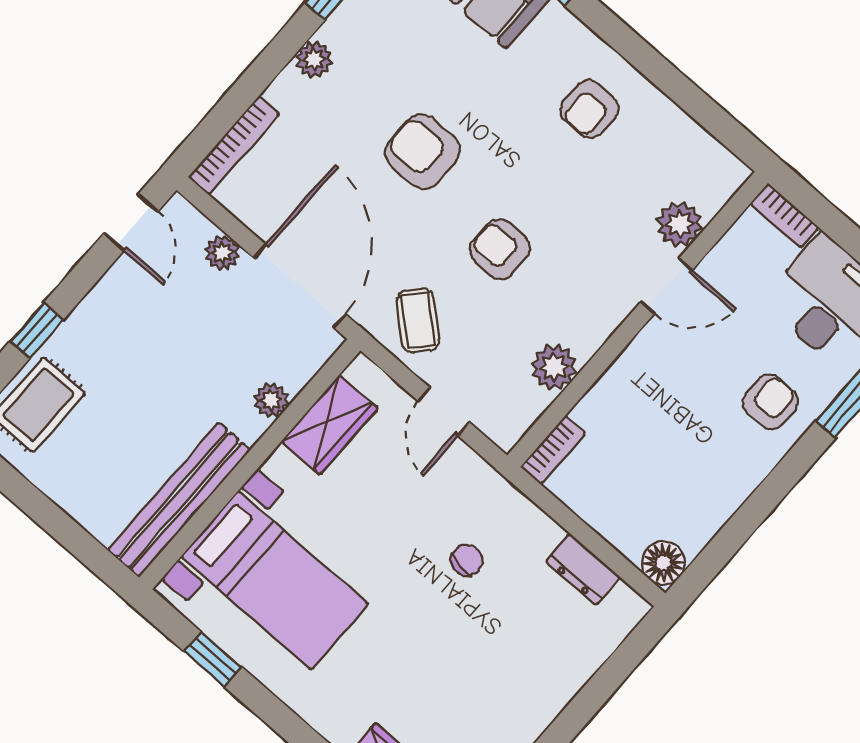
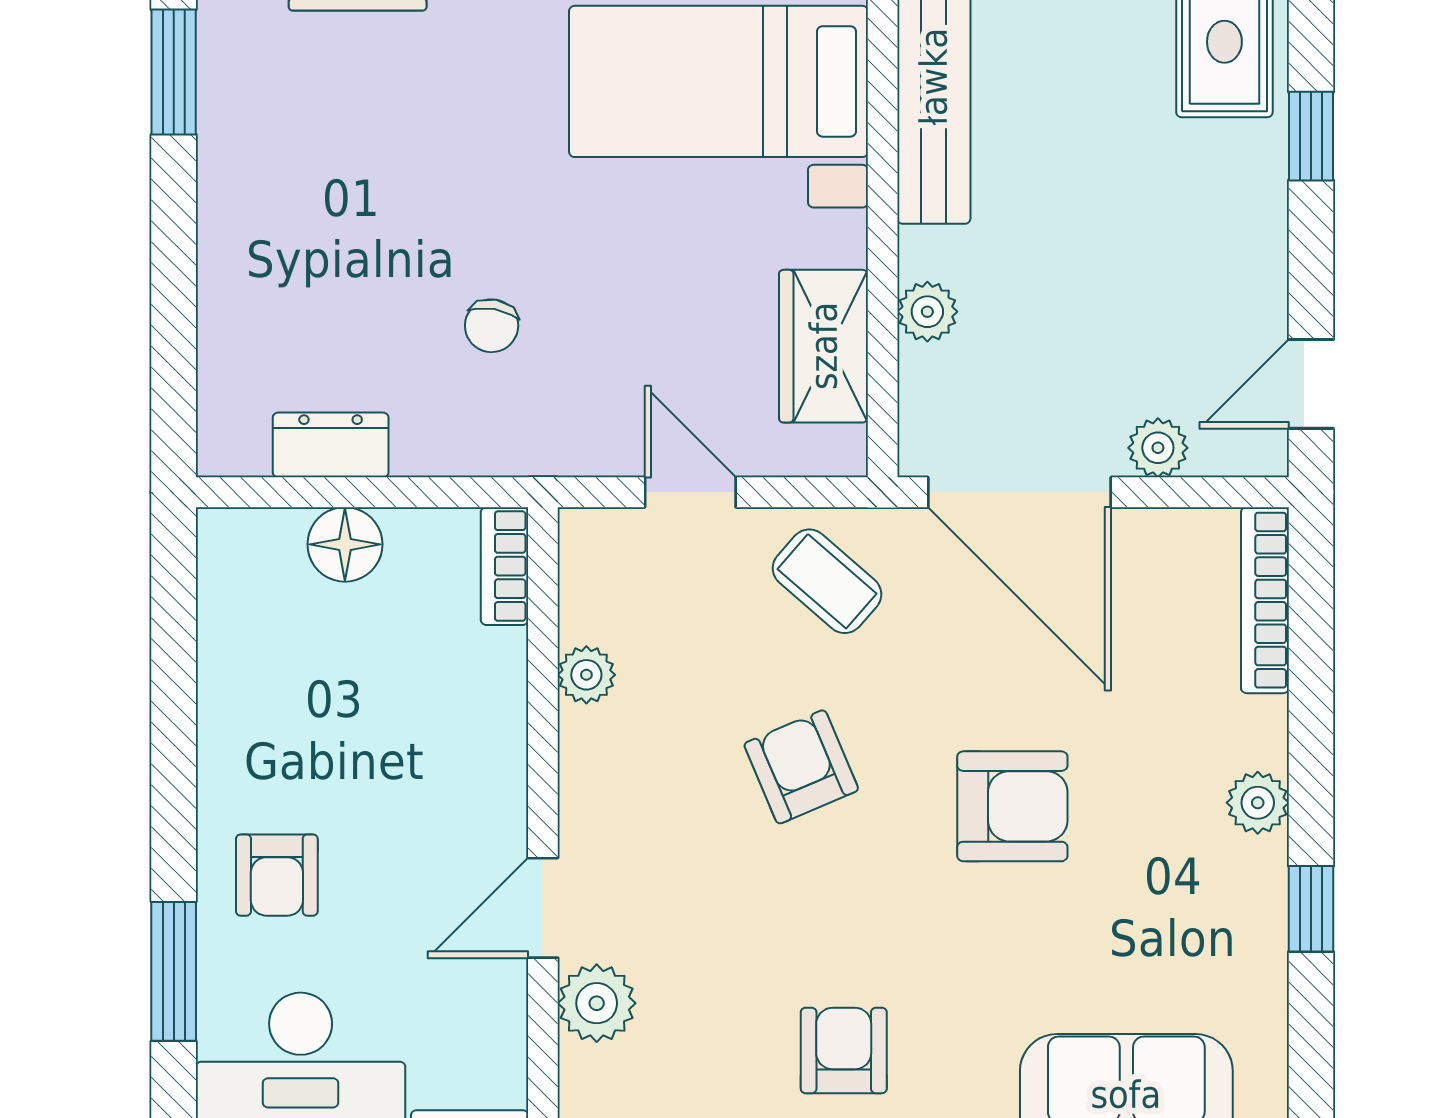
door: (131, 222) -> (1311, 384), hinge flipped
armchair: (500, 249) -> (801, 767), turned -113
plant: (554, 367) -> (586, 675), width x0.73, depth x0.73
floor lamp: (663, 563) -> (345, 544), moved

